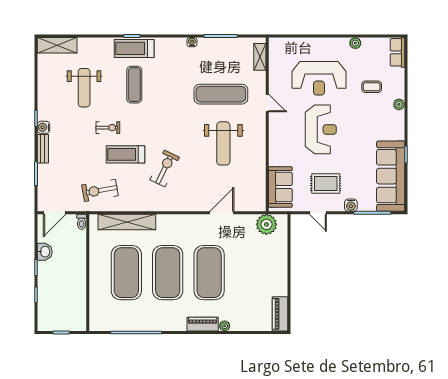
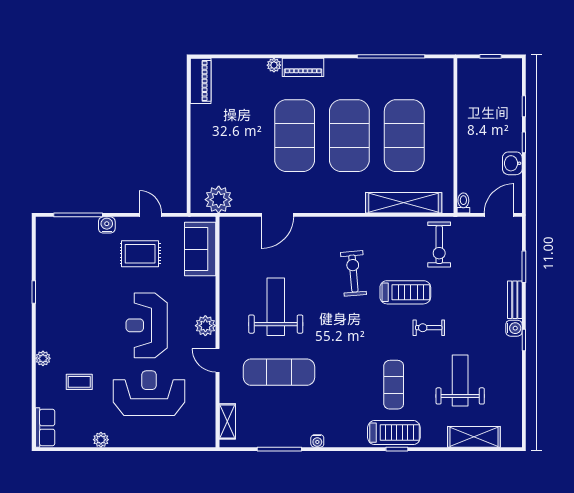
shelving: (57, 45) -> (474, 437), moved
plant: (276, 129) -> (205, 326), added
exercise bike: (165, 169) -> (353, 273), turned 149
sofa: (391, 176) -> (54, 263), removed
exercise bike: (100, 190) -> (439, 245), turned 100

